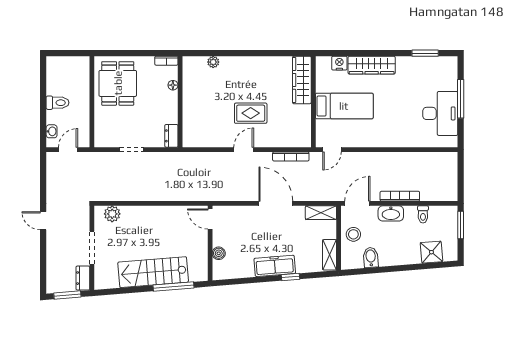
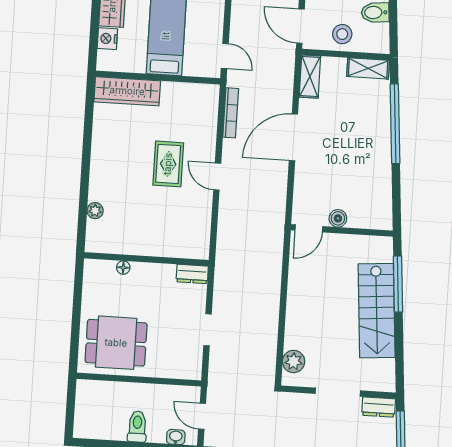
bookcase: (166, 61) -> (89, 274), removed
boiler: (219, 253) -> (338, 218), moved
freezer: (275, 266) -> (379, 144), removed
window: (290, 277) -> (395, 124), width x3.17

